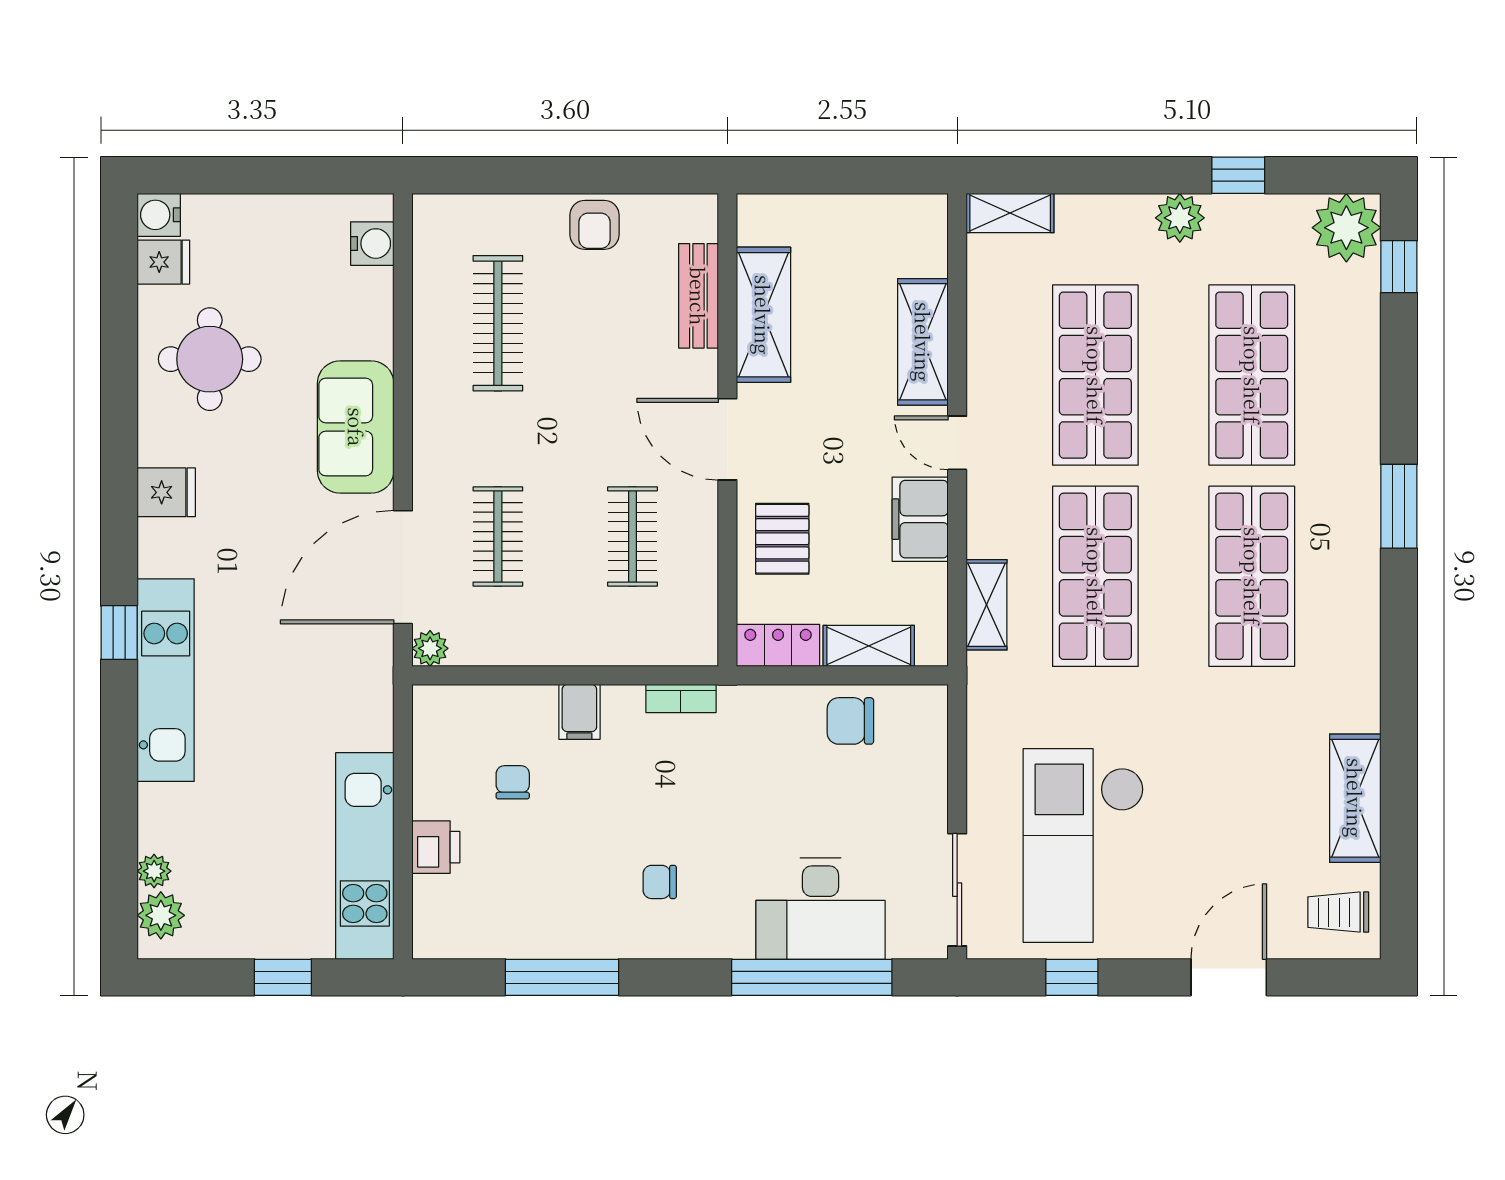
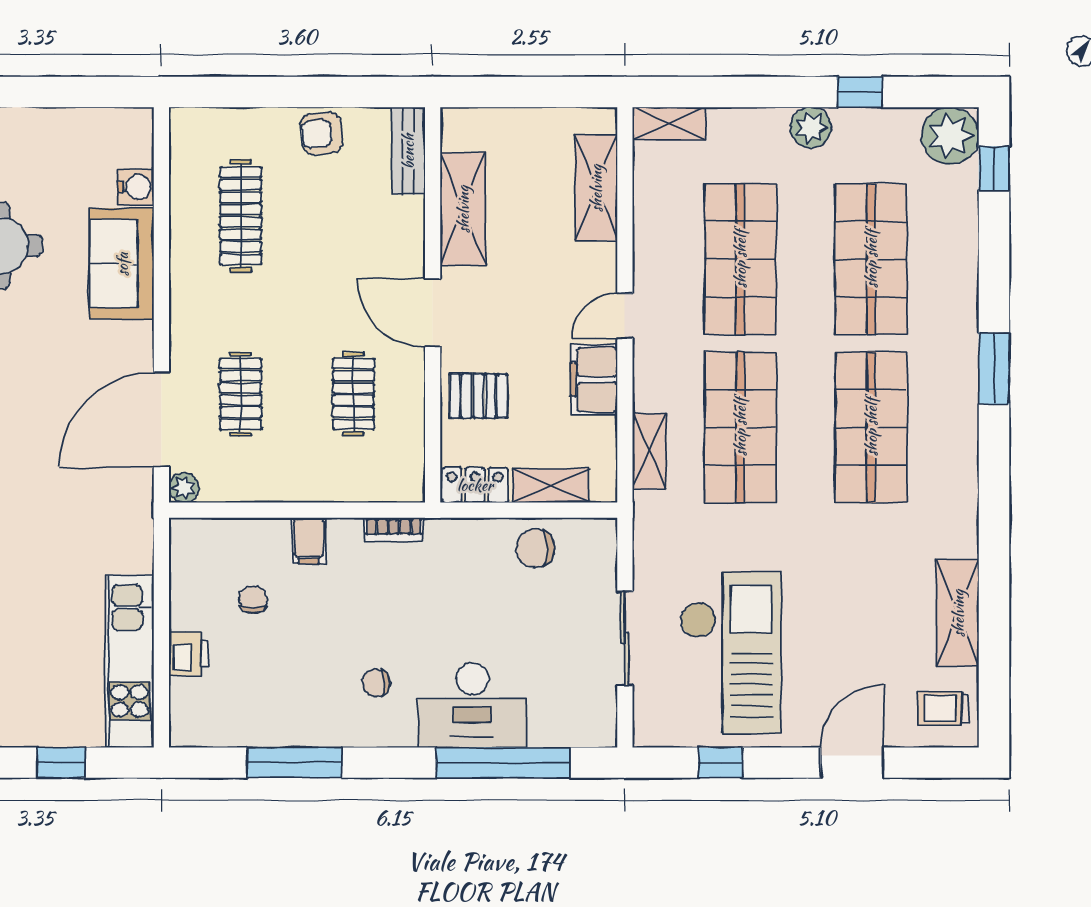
armchair: (594, 225) -> (321, 133), turned 84
water cooler: (372, 244) -> (136, 187), moved
bench: (698, 296) -> (408, 151), moved
shelving: (923, 342) -> (596, 188), moved
sofa: (356, 427) -> (122, 264), moved
door: (957, 443) -> (625, 316), hinge flipped
pallet: (782, 539) -> (478, 396), turned 90
checkout: (1083, 845) -> (730, 652), turned 180
sliding door: (957, 890) -> (625, 638), moved
desk: (821, 909) -> (472, 705), moved

